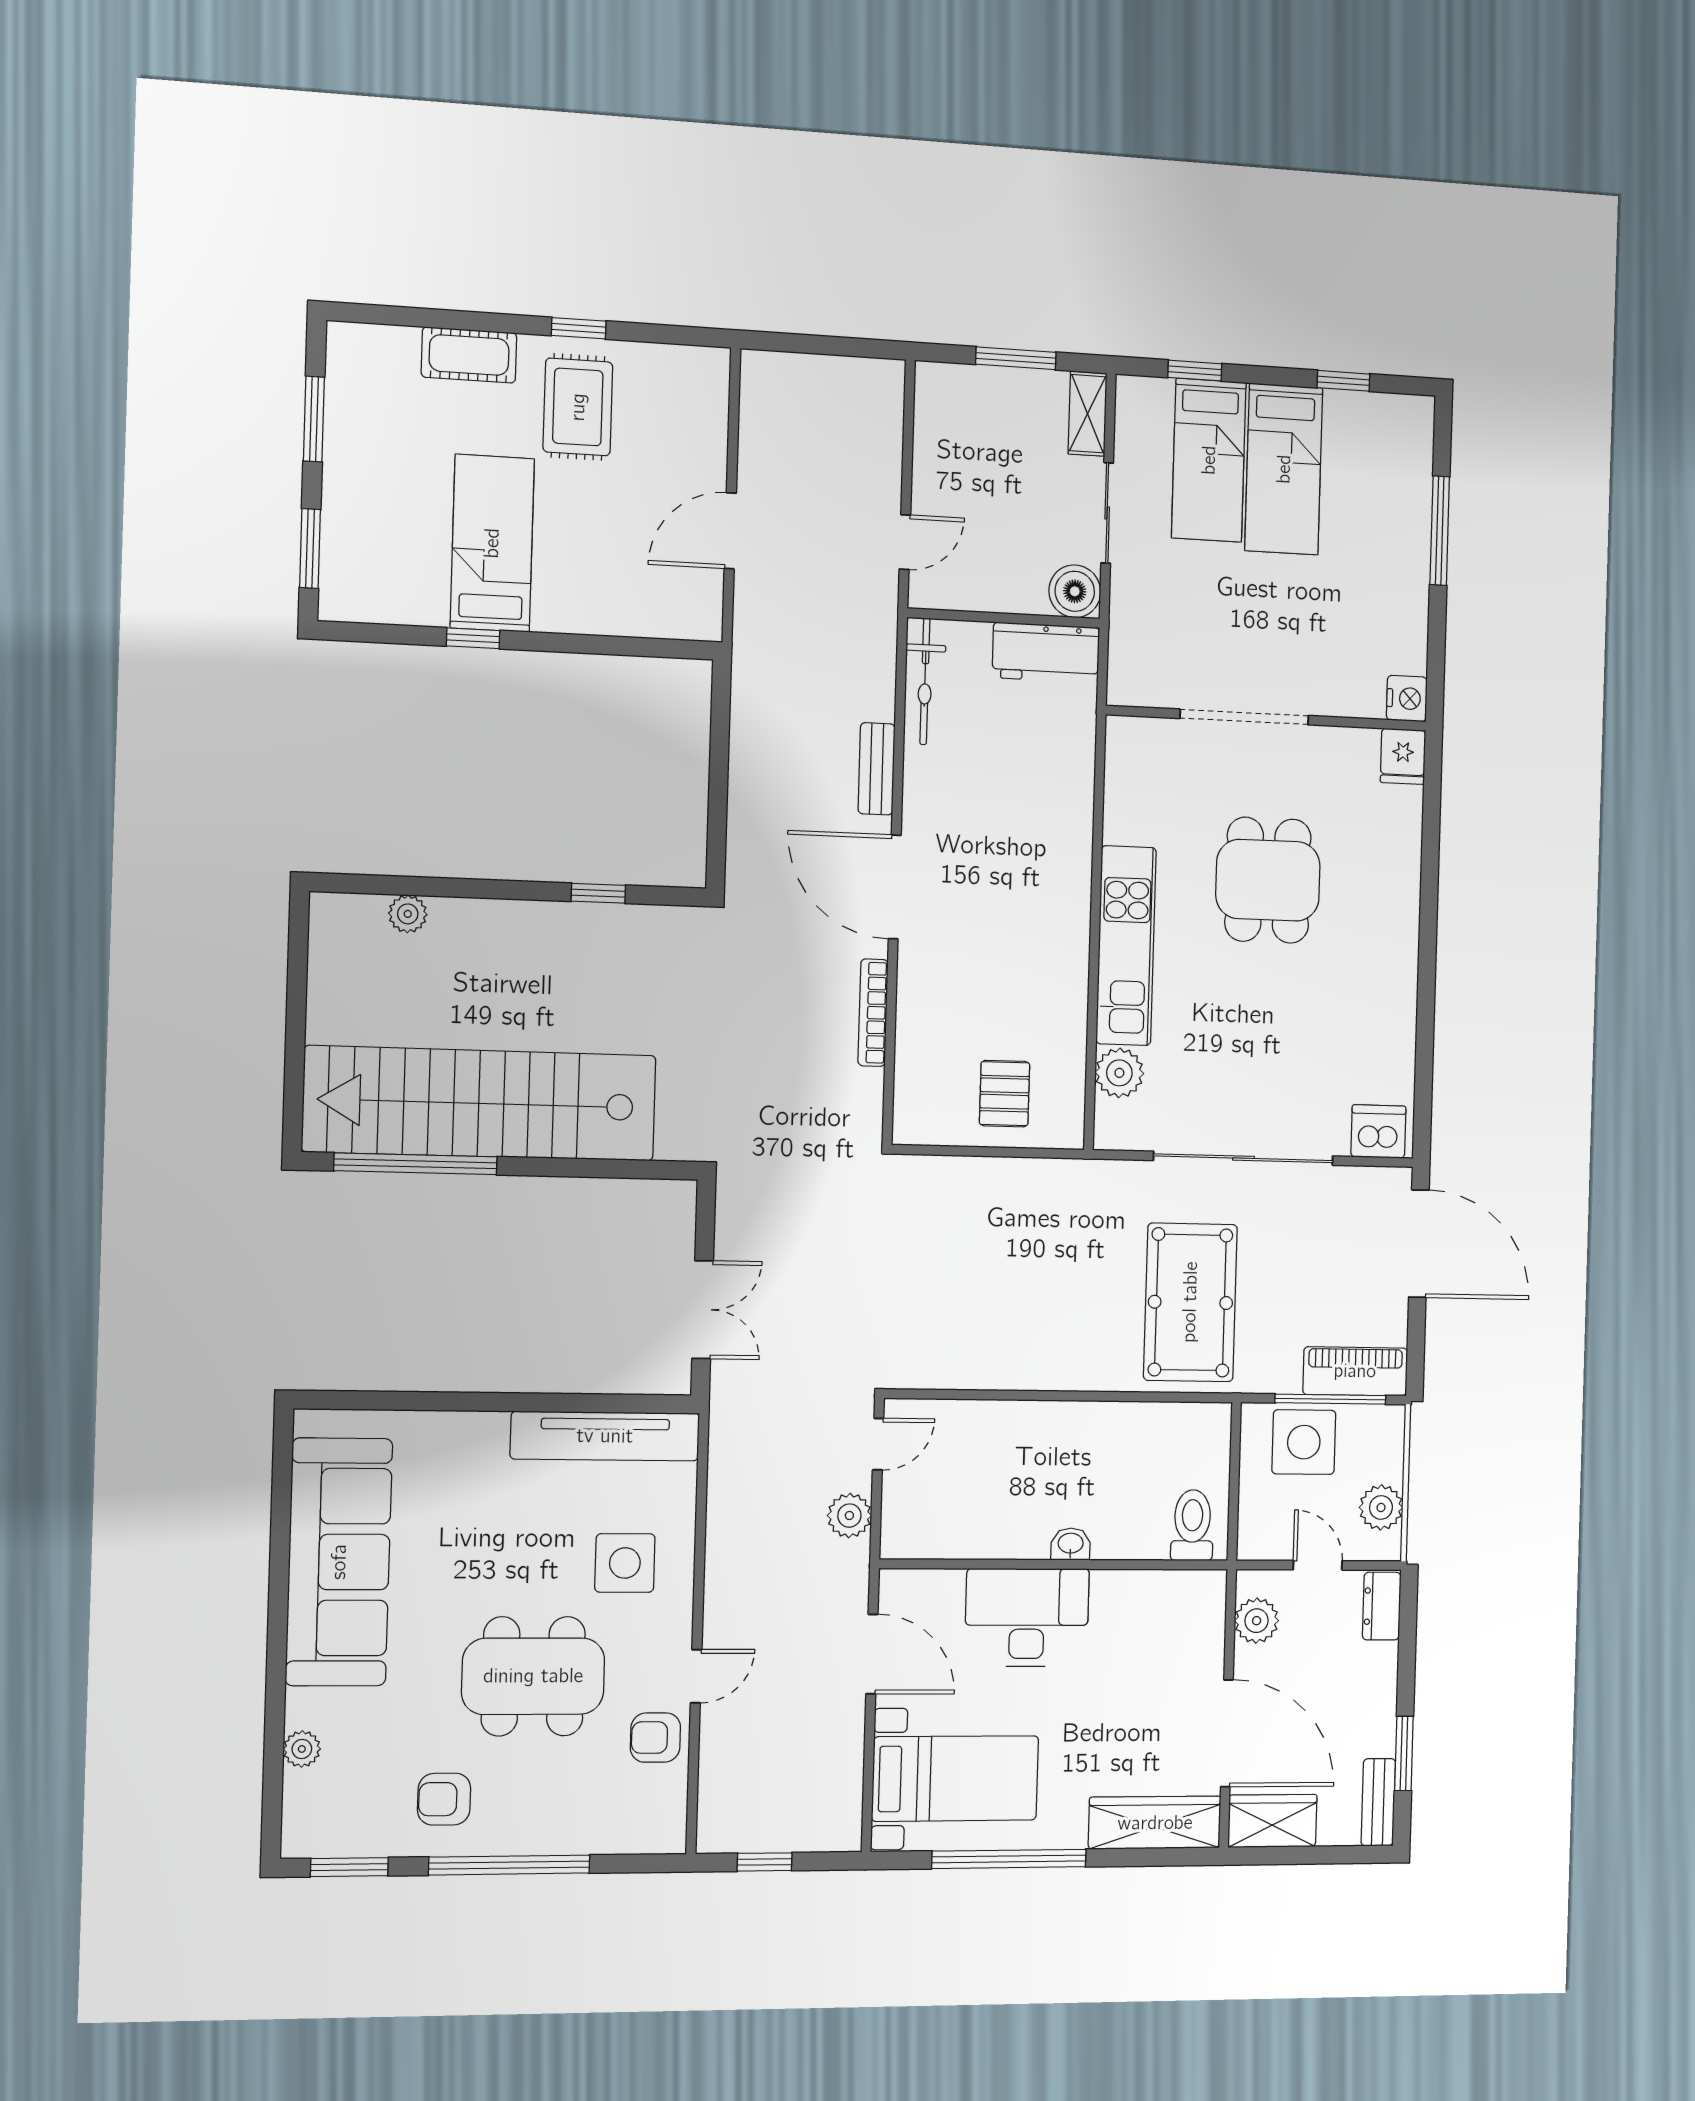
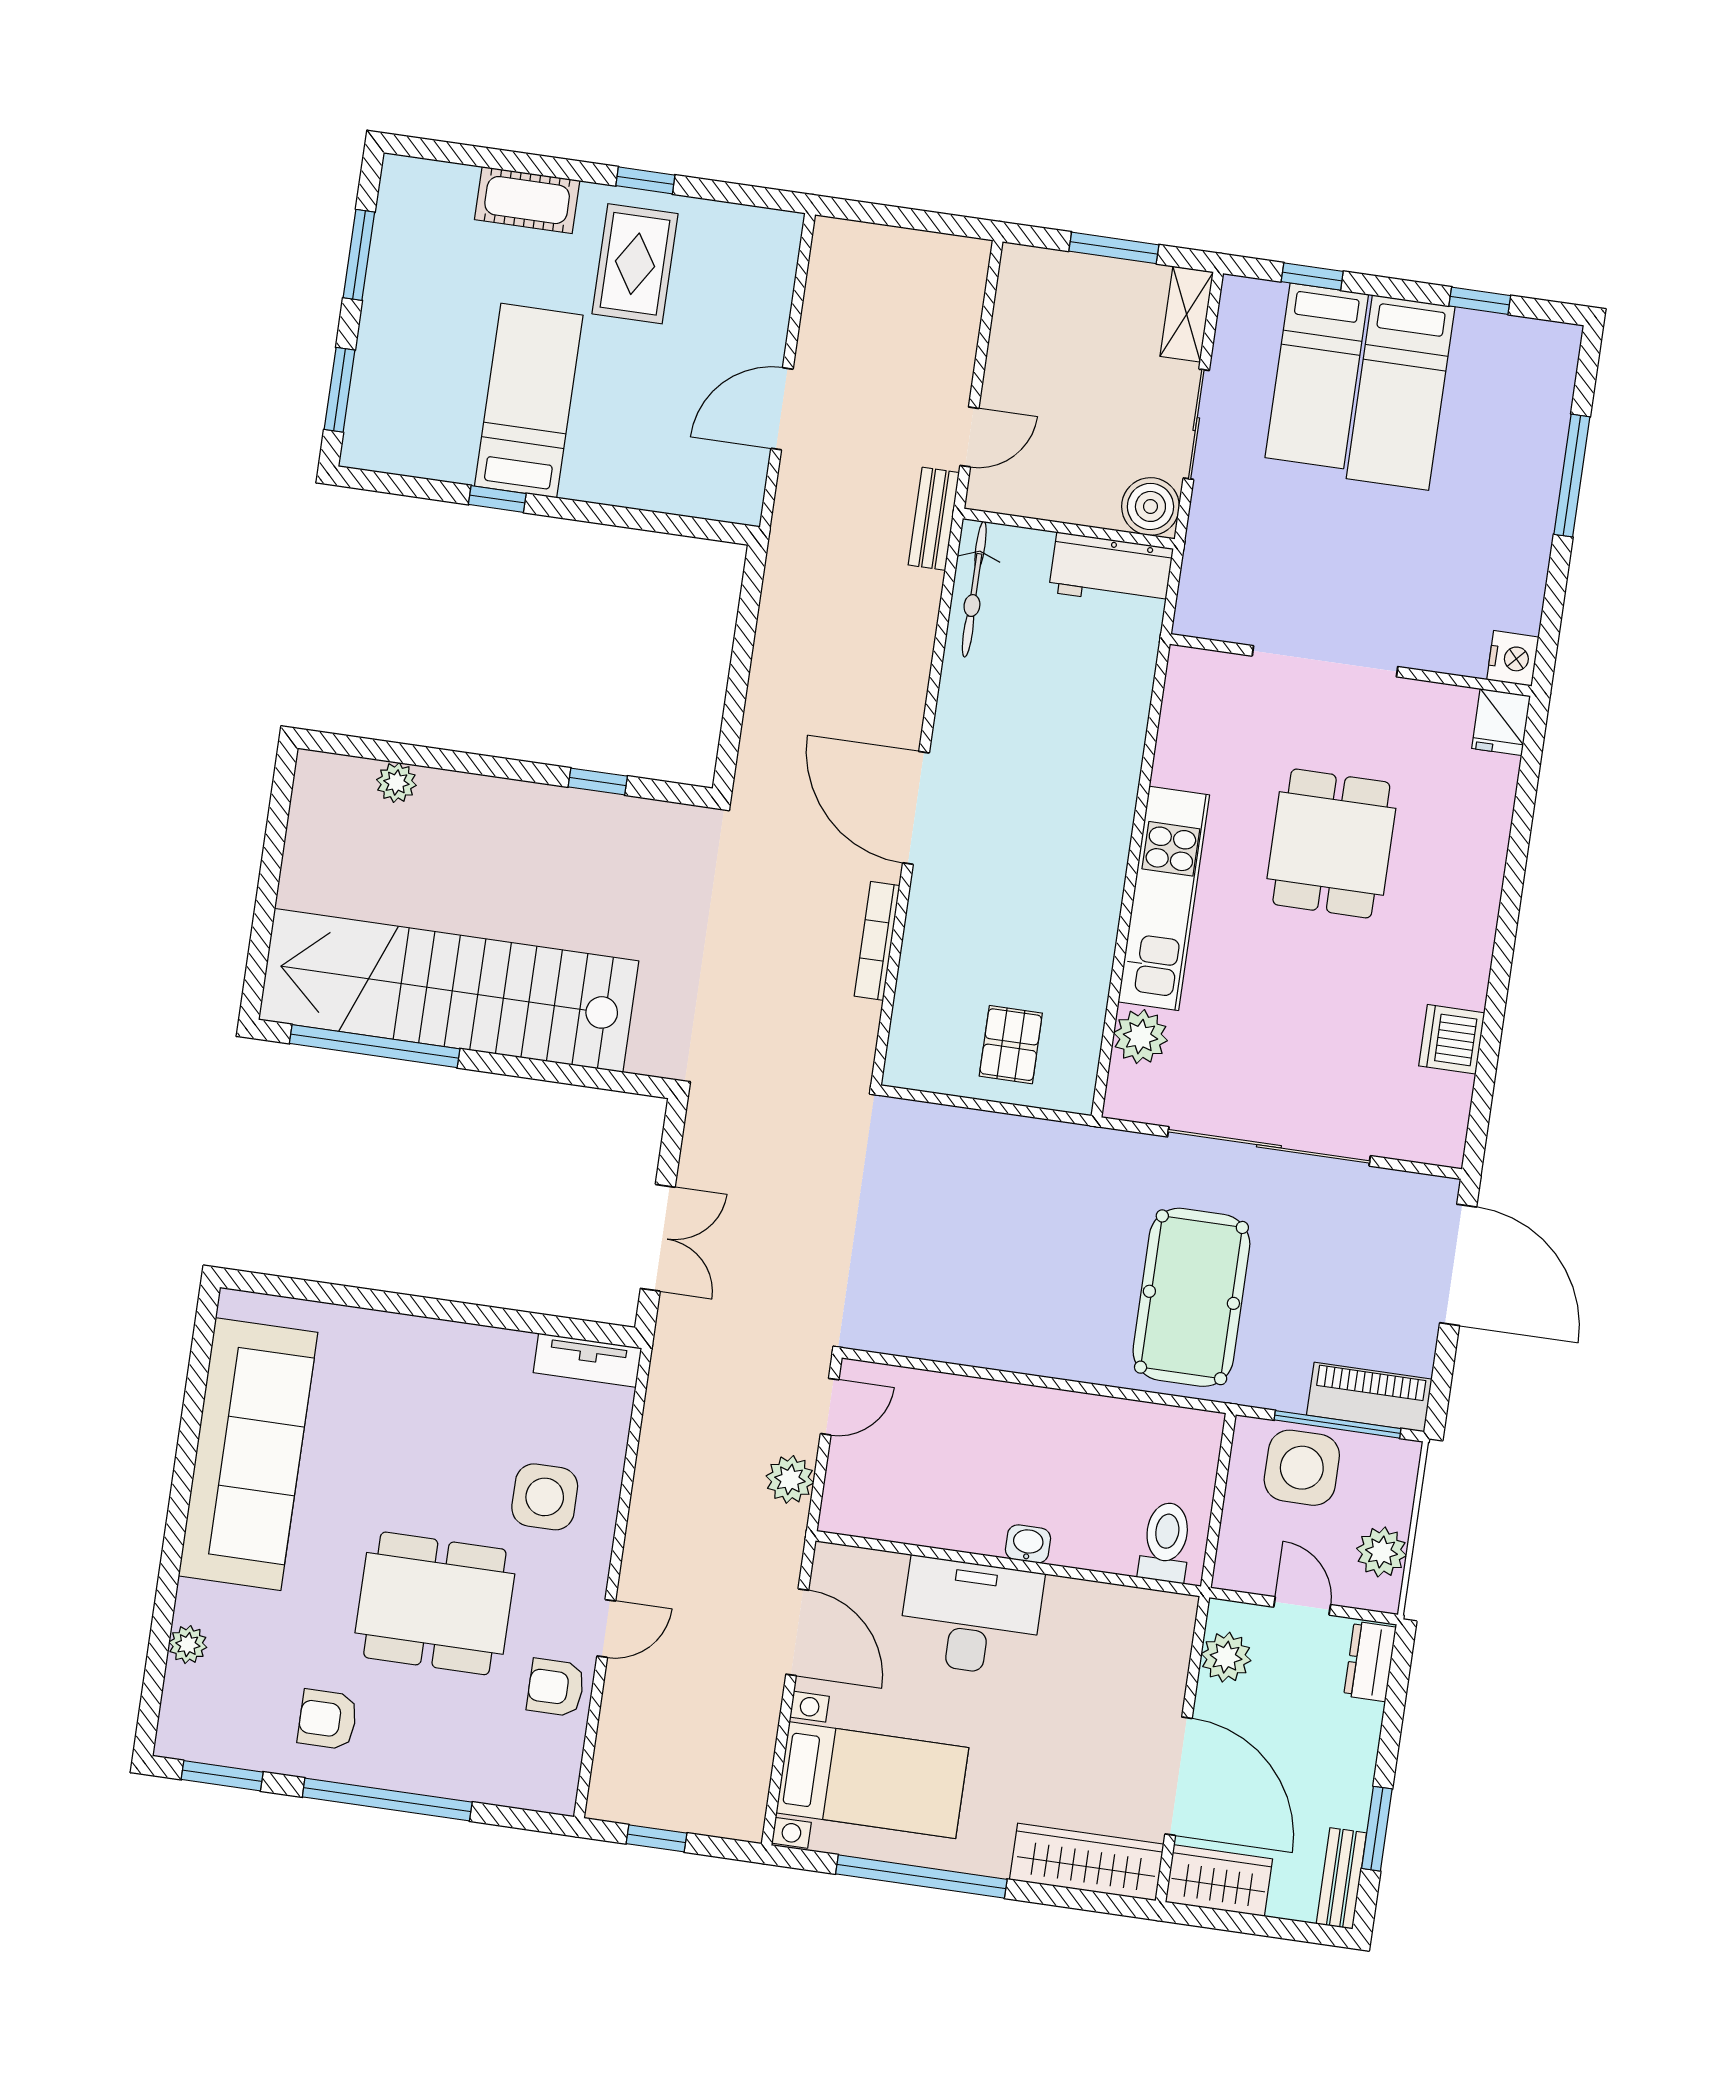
bench: (877, 769) -> (934, 519), moved
dishwasher: (1378, 1131) -> (1452, 1039), moved, turned -90
tv unit: (605, 1436) -> (587, 1360), width x0.52, depth x0.78

